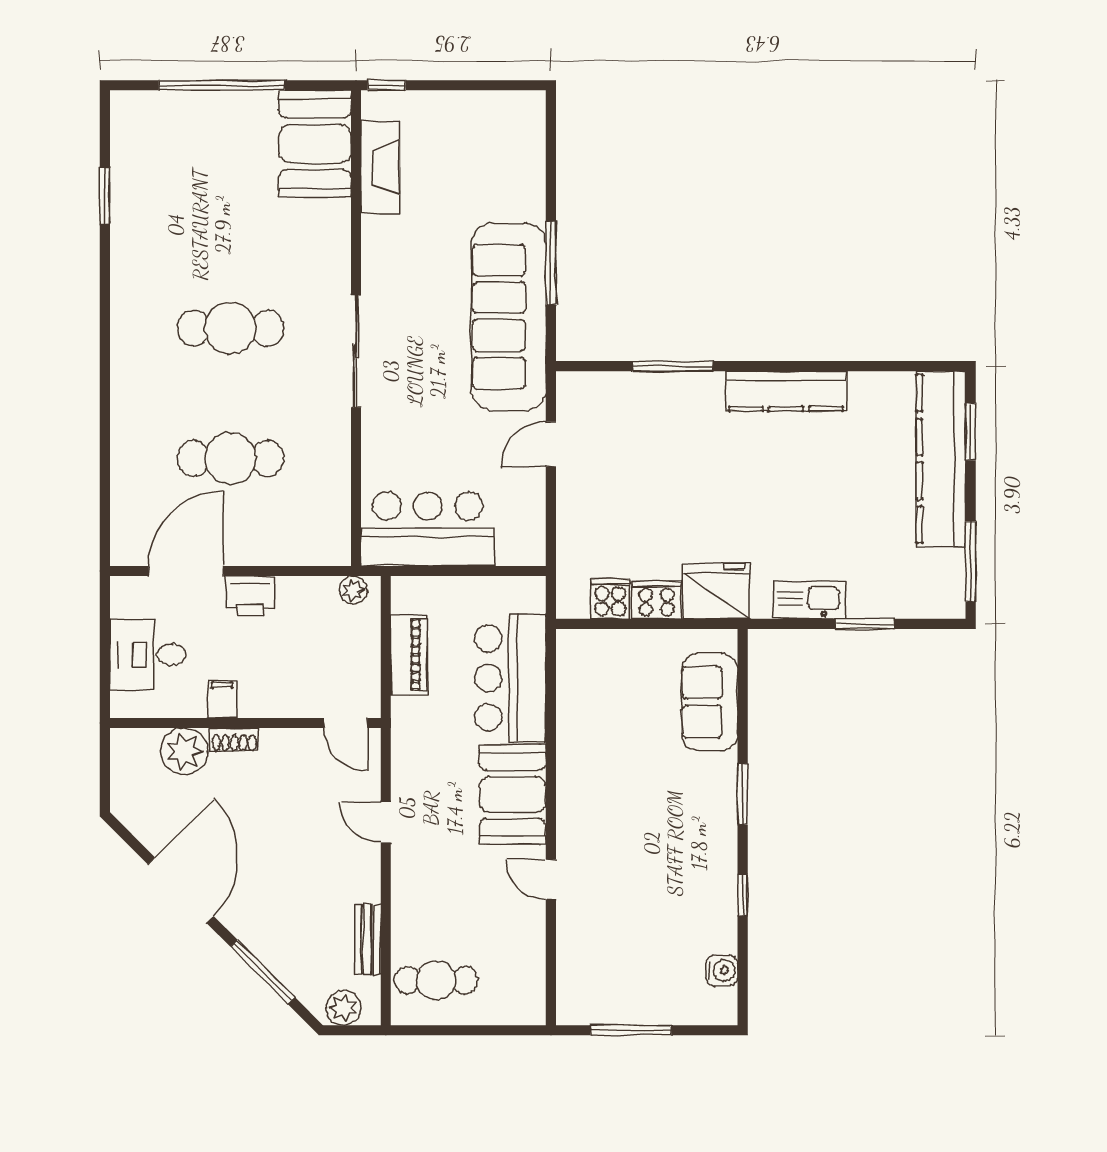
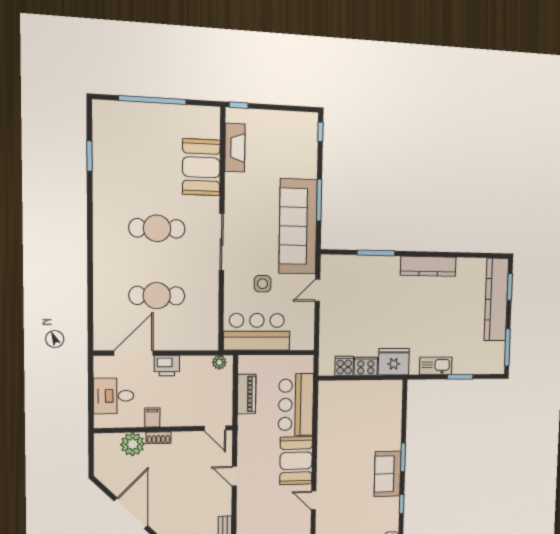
window: (551, 128) -> (320, 132), added
booth: (315, 144) -> (201, 167), moved
side table: (438, 432) -> (263, 284), added
sofa: (710, 702) -> (388, 474), moved

